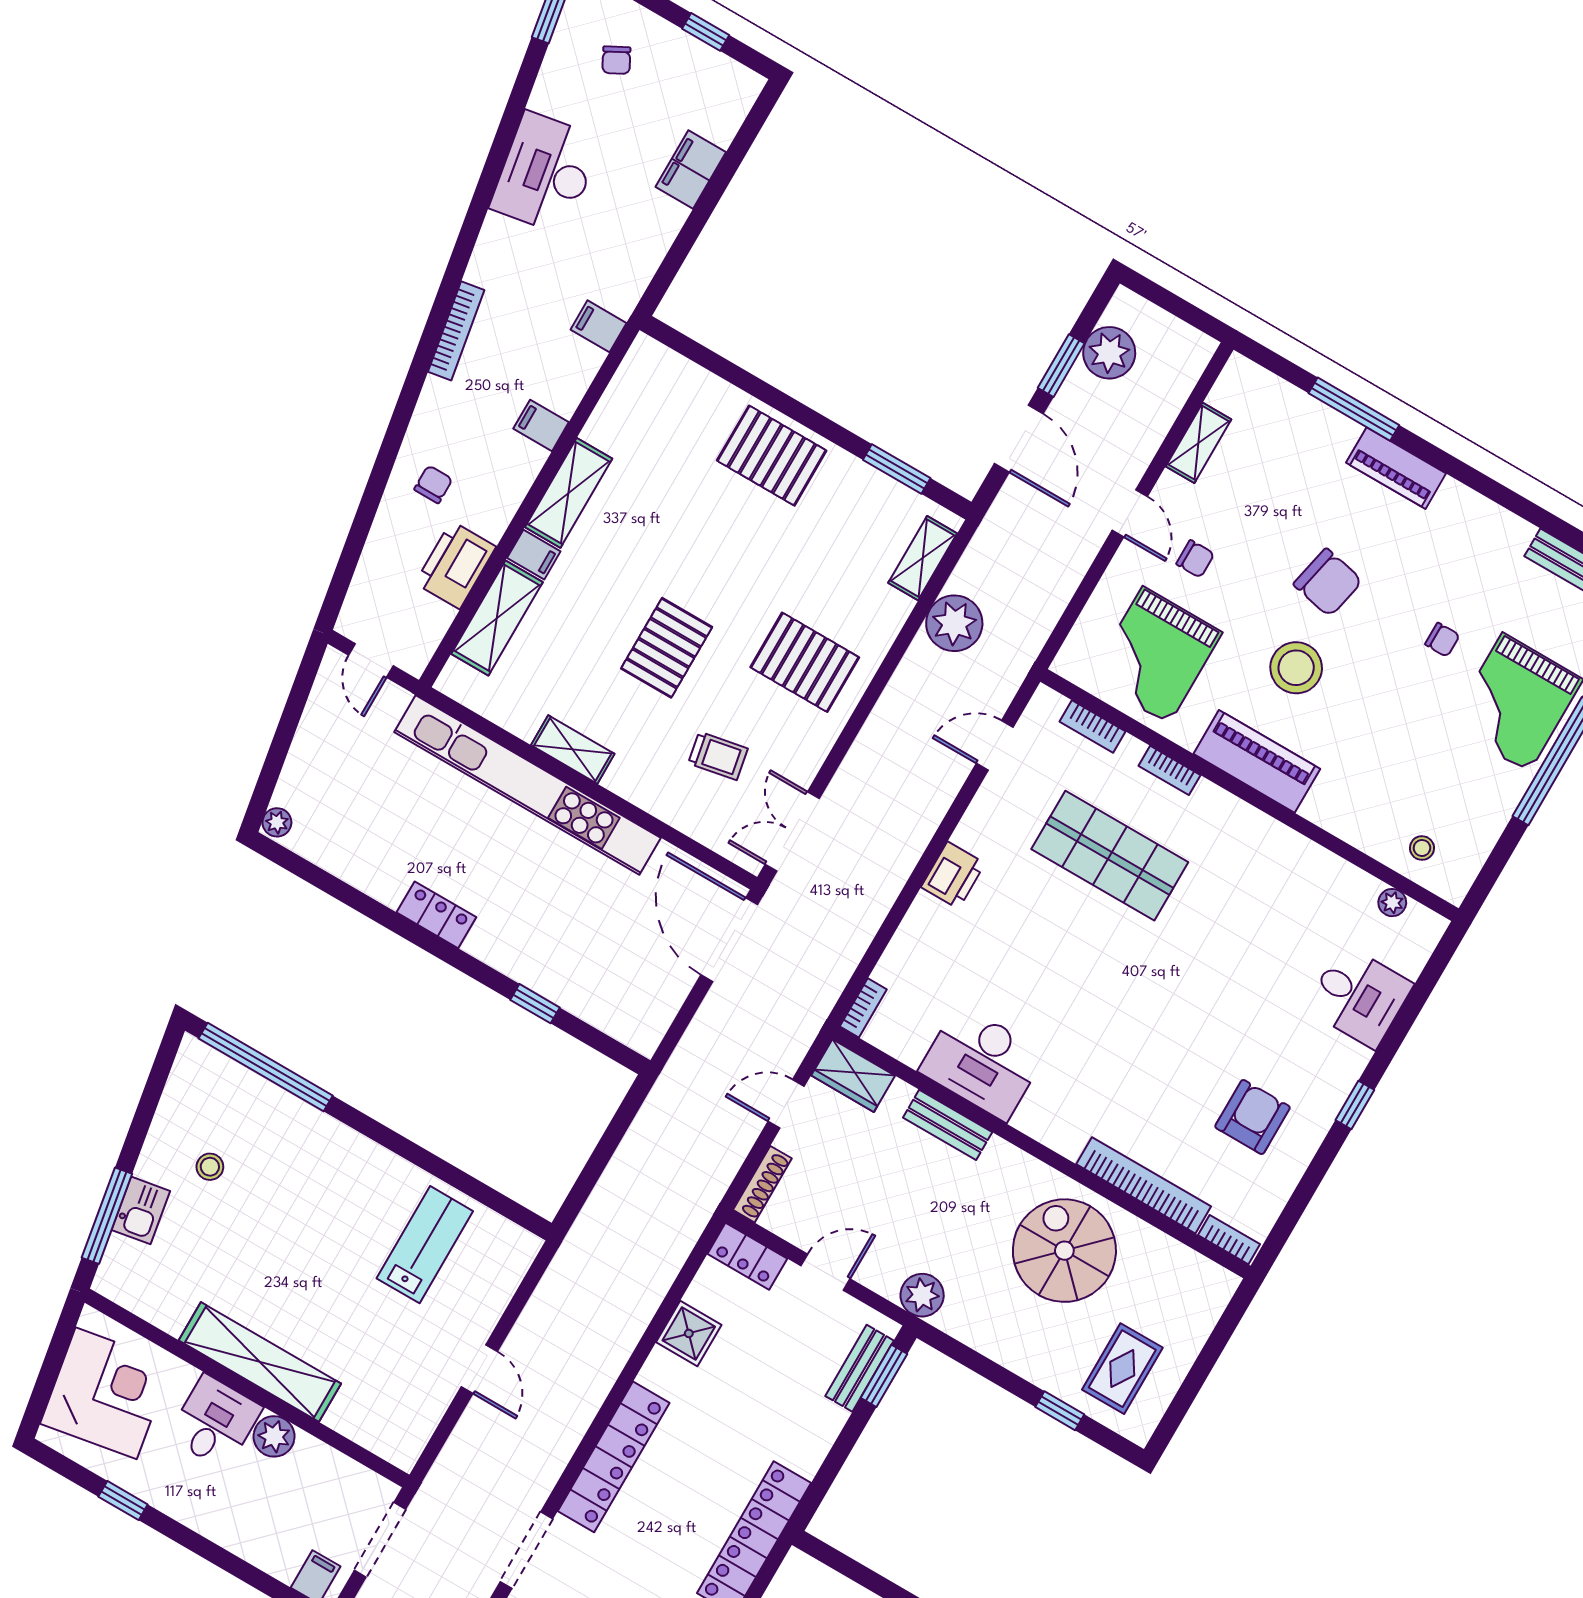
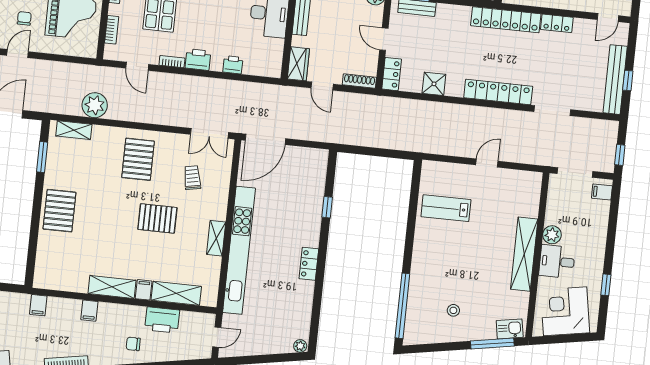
printer: (911, 941) -> (233, 65), added
bookcase: (863, 1008) -> (172, 62), moved
kitchen sink: (141, 1210) -> (510, 329), moved

